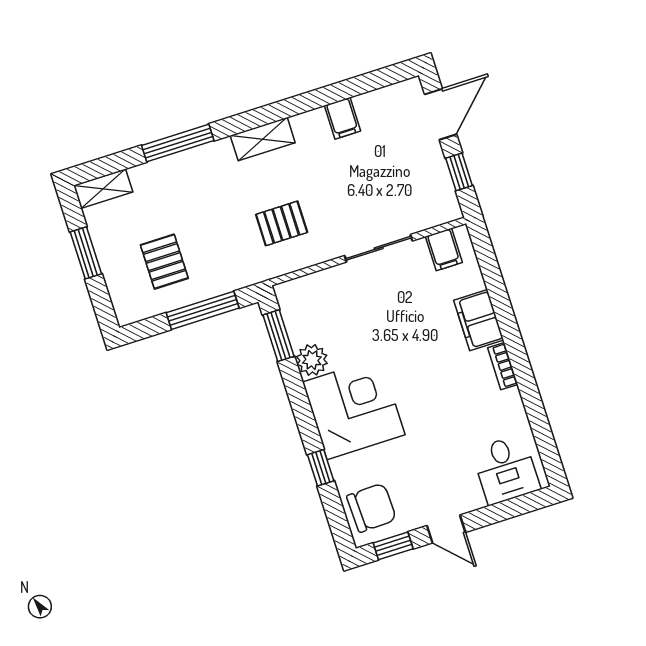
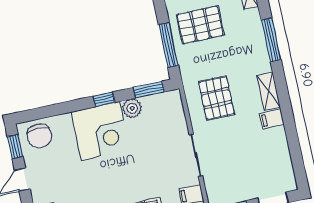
filing cabinet: (342, 118) -> (272, 119), moved
pallet: (282, 223) -> (216, 98), width x1.50, depth x1.42
pallet: (164, 262) -> (200, 25), width x1.50, depth x1.42
window: (321, 468) -> (104, 99), moved

